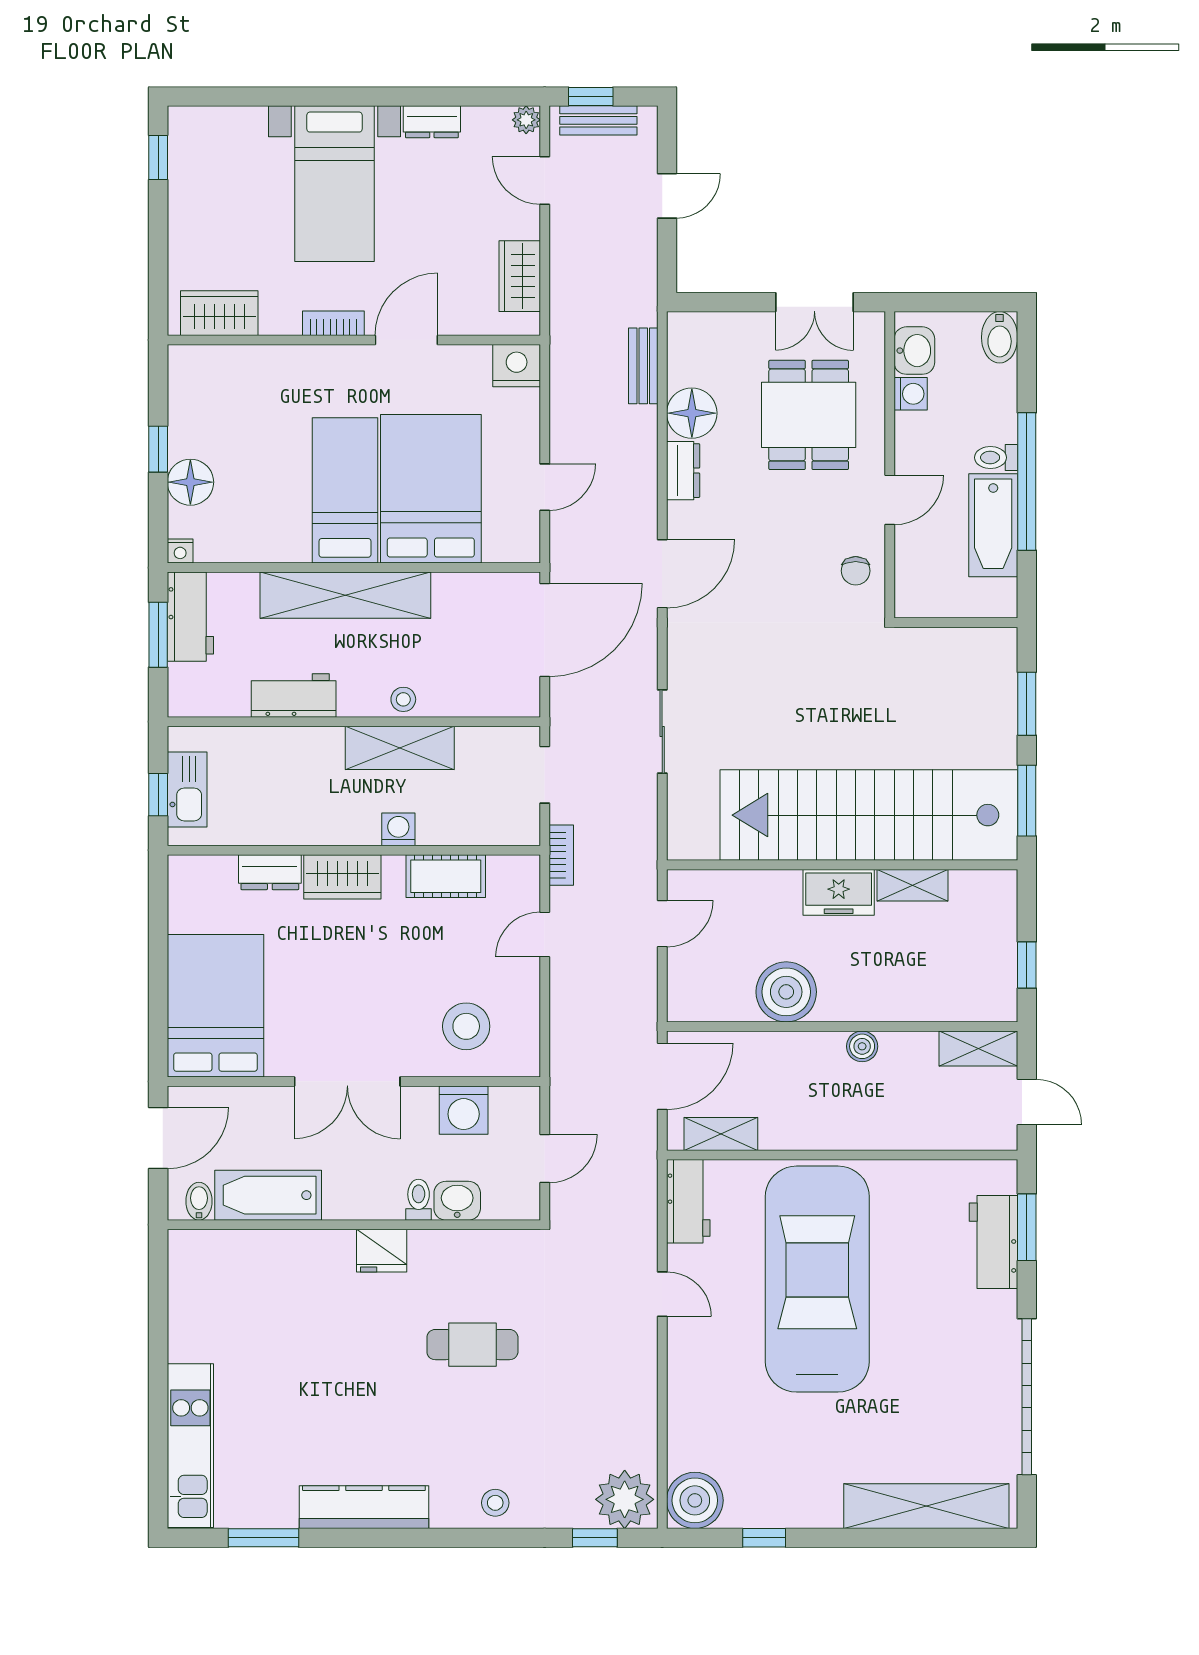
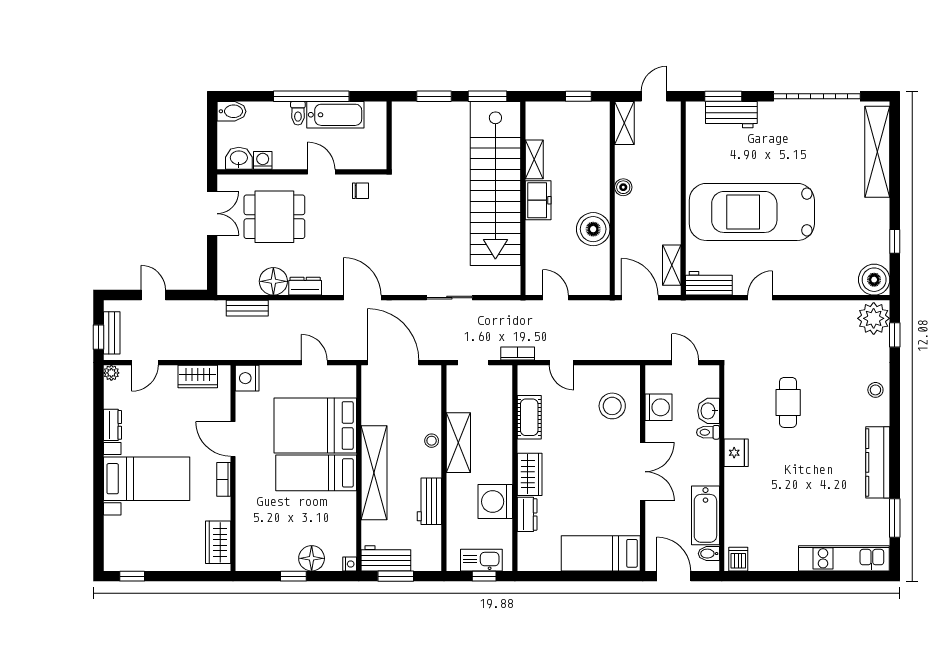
washing machine: (398, 829) -> (495, 502), moved, width x1.89, depth x1.89
bed: (215, 1006) -> (601, 553), width x0.67
dishwasher: (189, 1255) -> (738, 559), added

